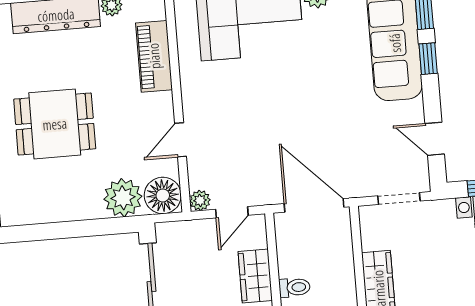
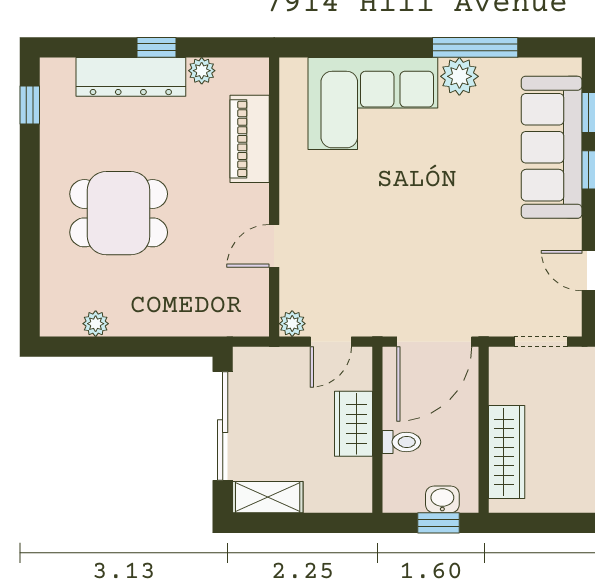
floor lamp: (163, 195) -> (246, 314), removed
plant: (123, 198) -> (96, 324), moved, width x0.53, depth x0.53
door: (314, 205) -> (434, 342), swing flipped

